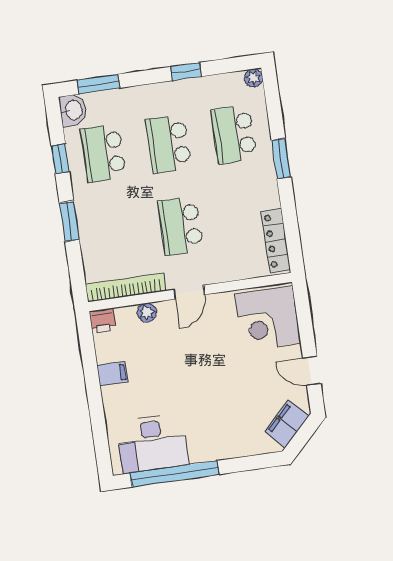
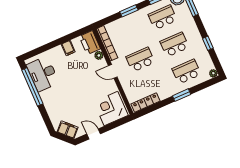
printer: (103, 320) -> (90, 43), width x1.87, depth x1.48
door: (312, 371) -> (94, 134), hinge flipped

